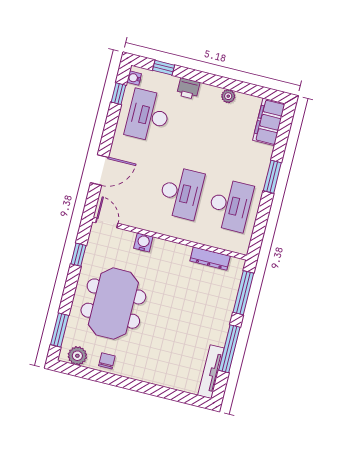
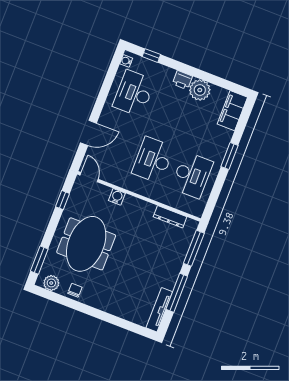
printer: (188, 89) -> (182, 80), moved
window: (119, 94) -> (112, 72), removed
plant: (228, 96) -> (200, 90), width x1.87, depth x1.87
desk: (181, 193) -> (153, 160), turned 180

